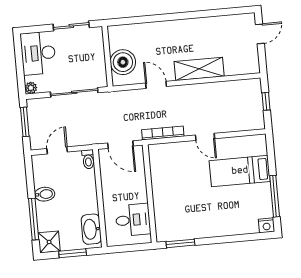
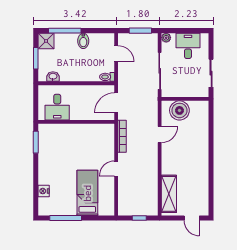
desk: (38, 53) -> (188, 46), width x0.73
shelving: (199, 69) -> (169, 194), moved
nightstand: (266, 225) -> (44, 191), moved
washbasin: (91, 229) -> (53, 77), width x0.52, depth x0.69

